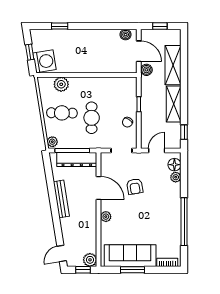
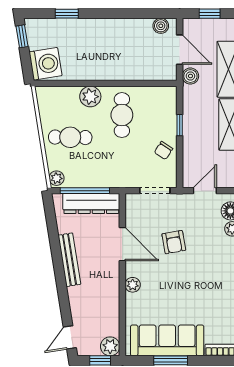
window: (30, 52) -> (22, 36), moved
plant: (61, 84) -> (90, 97), moved
cafe table: (92, 118) -> (122, 115), moved

